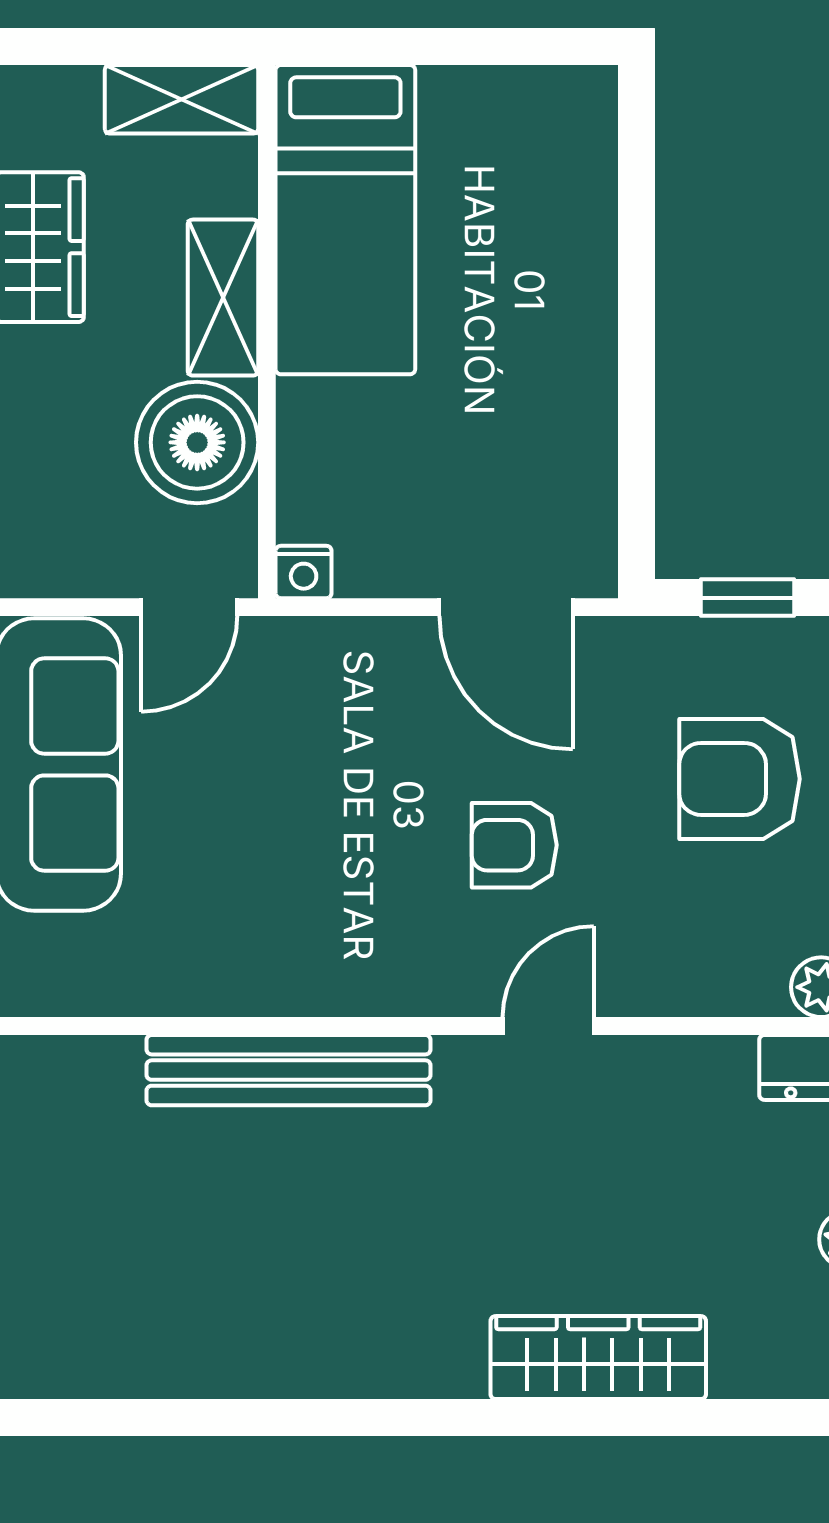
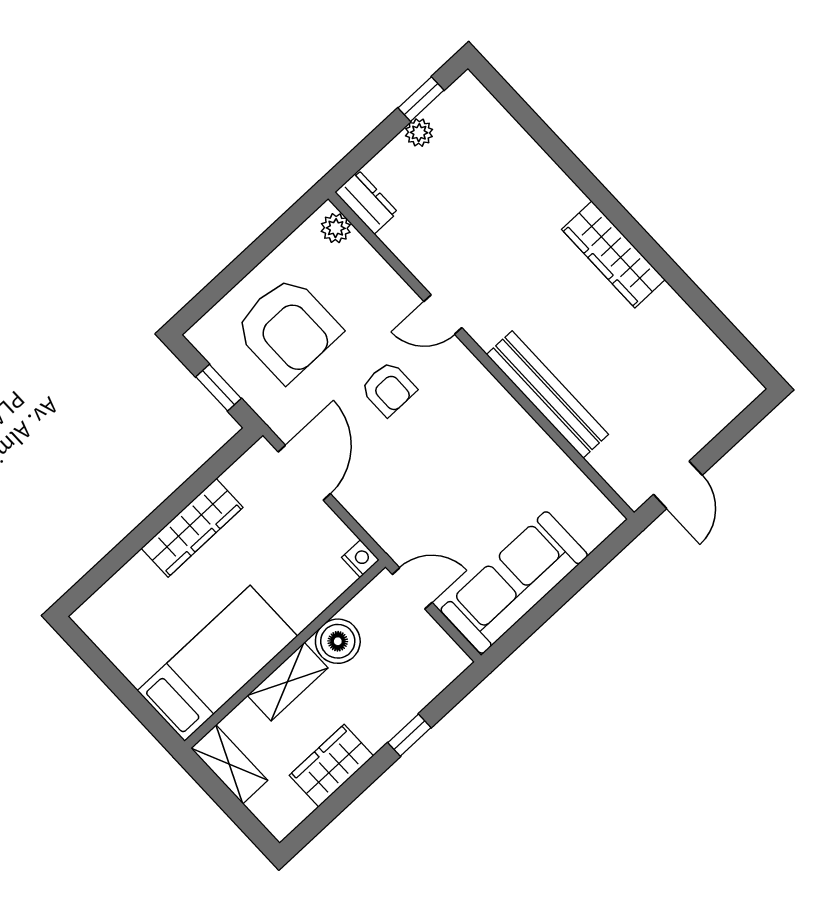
wardrobe: (578, 368) -> (192, 528), added
boiler: (197, 442) -> (338, 641), width x0.73, depth x0.73
armchair: (739, 779) -> (288, 329), width x1.36, depth x1.36
wardrobe: (598, 1358) -> (613, 254), moved

